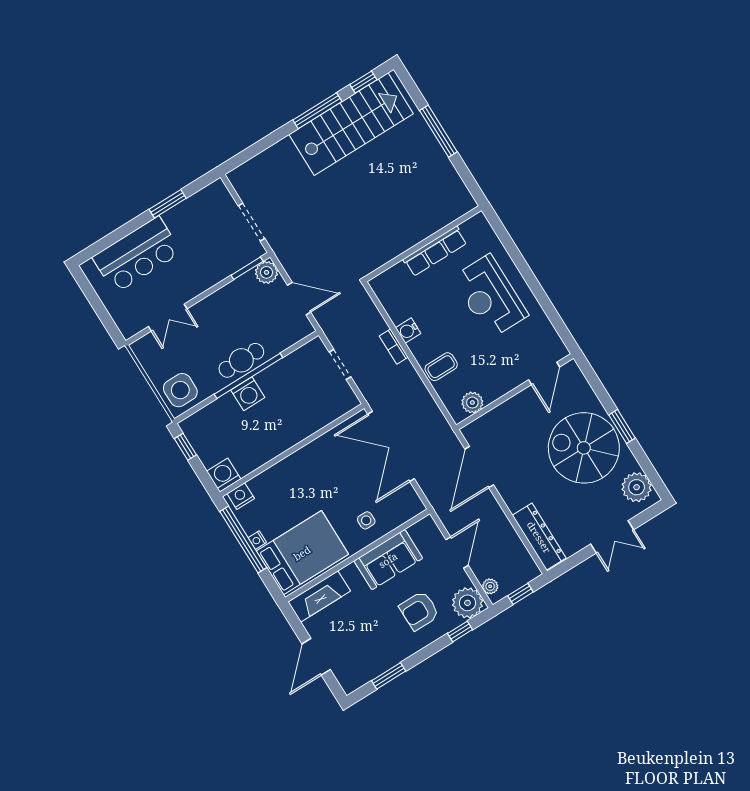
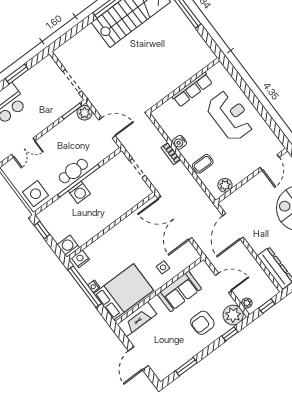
reception desk: (490, 296) -> (230, 116), turned 180
door: (457, 552) -> (223, 283), hinge flipped

